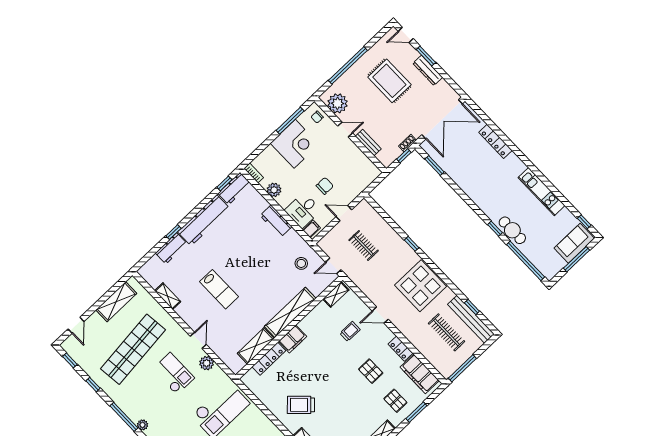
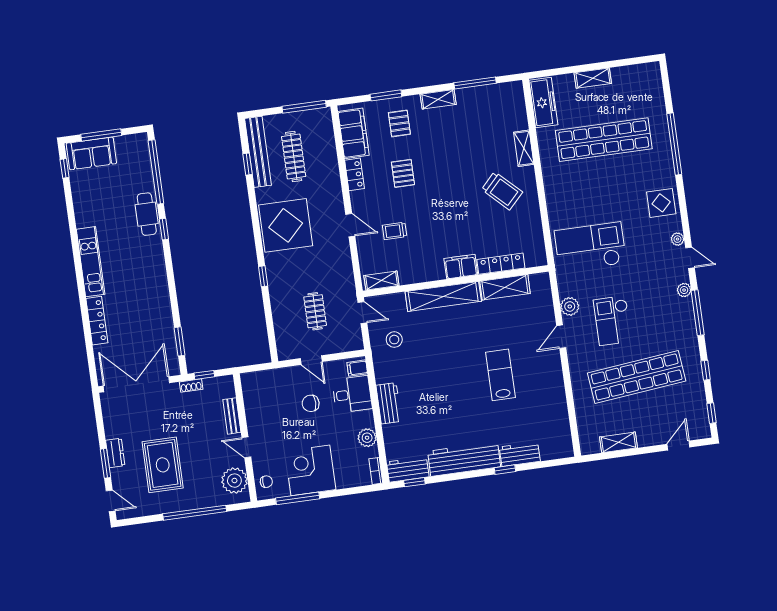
dresser: (428, 70) -> (115, 453), width x0.70
kitchen unit: (542, 192) -> (91, 262), moved
shelving: (168, 296) -> (560, 406), removed
shelving: (116, 302) -> (619, 442), width x0.67, depth x0.75

